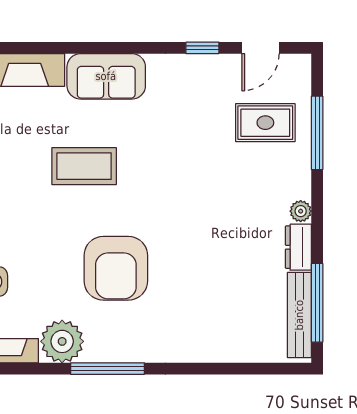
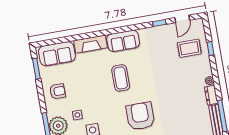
window: (317, 133) -> (210, 49), width x0.46
coffee table: (84, 166) -> (121, 78), turned 90
armchair: (116, 268) -> (140, 116), turned 180

